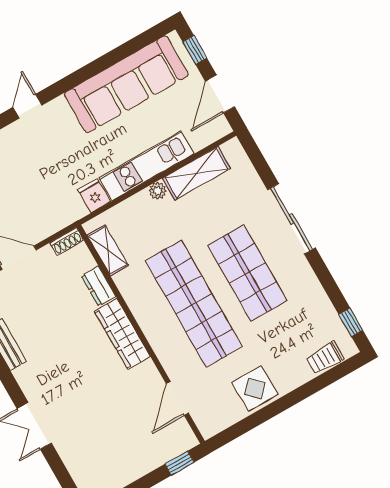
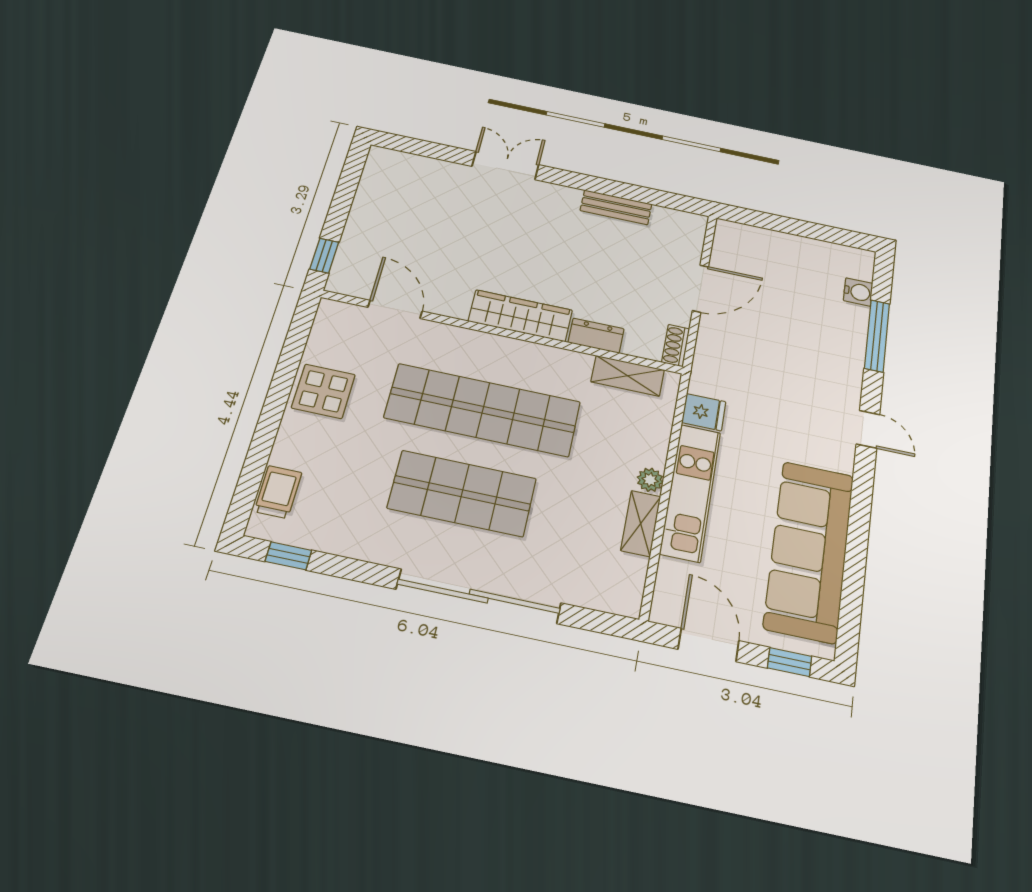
shelving: (196, 173) -> (641, 523), width x0.67, depth x0.75
sliding door: (292, 219) -> (479, 596), width x1.36

